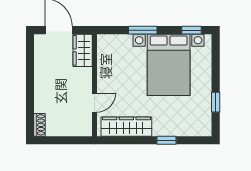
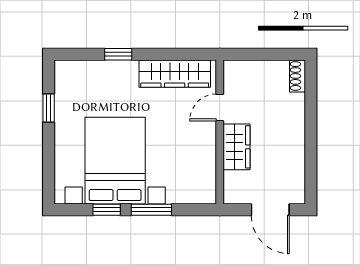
window: (191, 30) -> (107, 210), moved
wardrobe: (83, 50) -> (236, 147), moved

